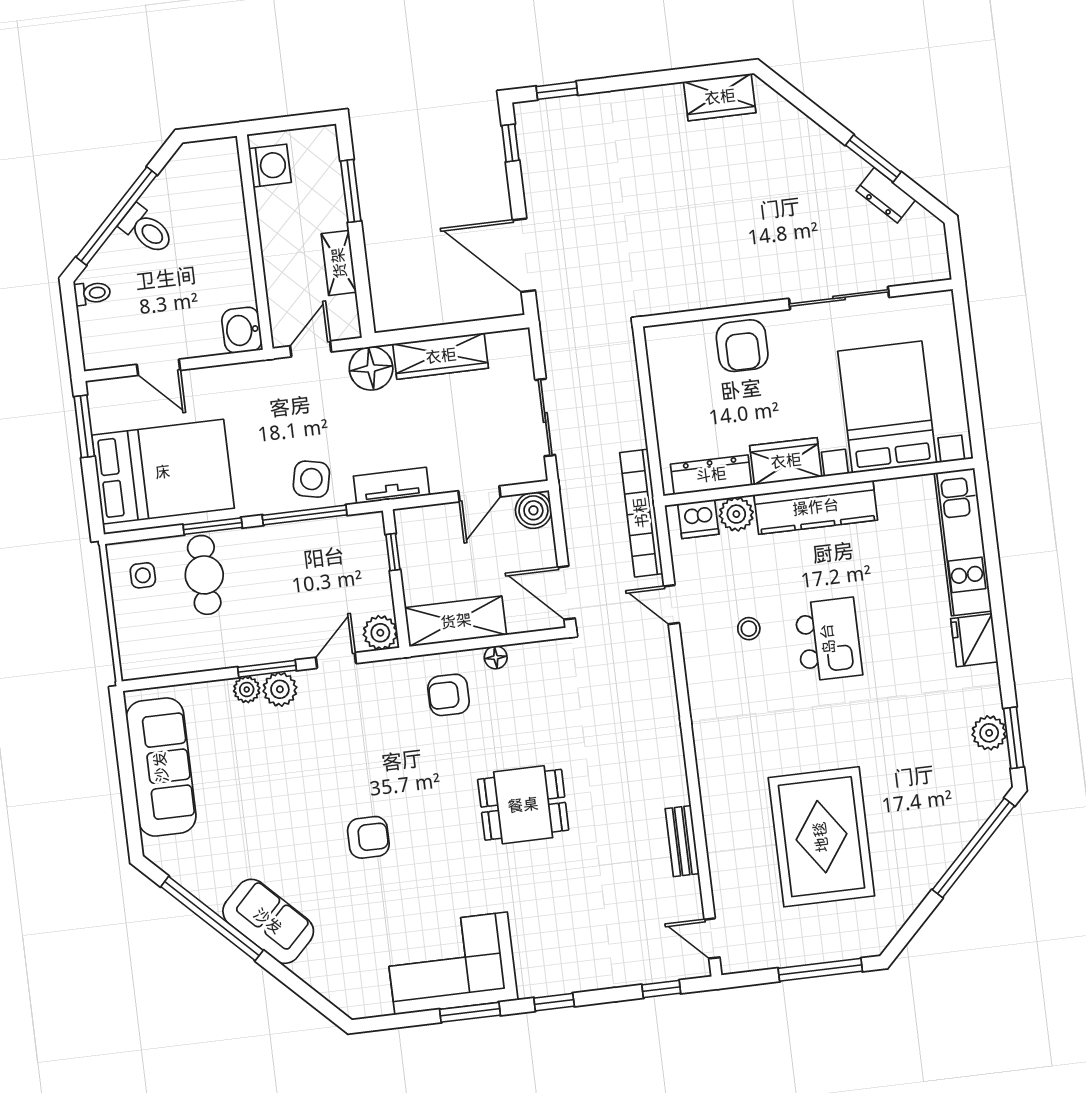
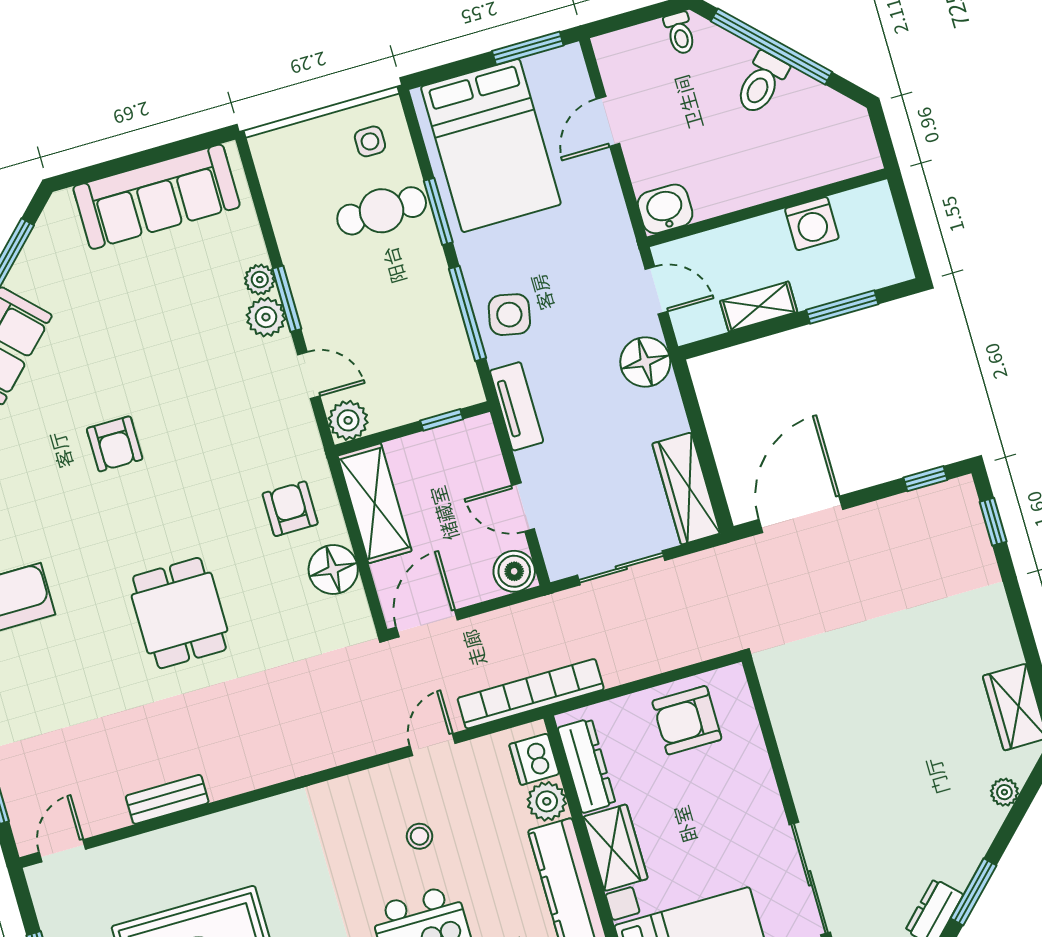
plant: (792, 118) -> (1004, 792), added
washing machine: (270, 166) -> (812, 224), moved
armchair: (742, 346) -> (687, 720), moved
wardrobe: (441, 356) -> (686, 488), moved
floor lamp: (496, 657) -> (333, 570), width x1.89, depth x1.89

